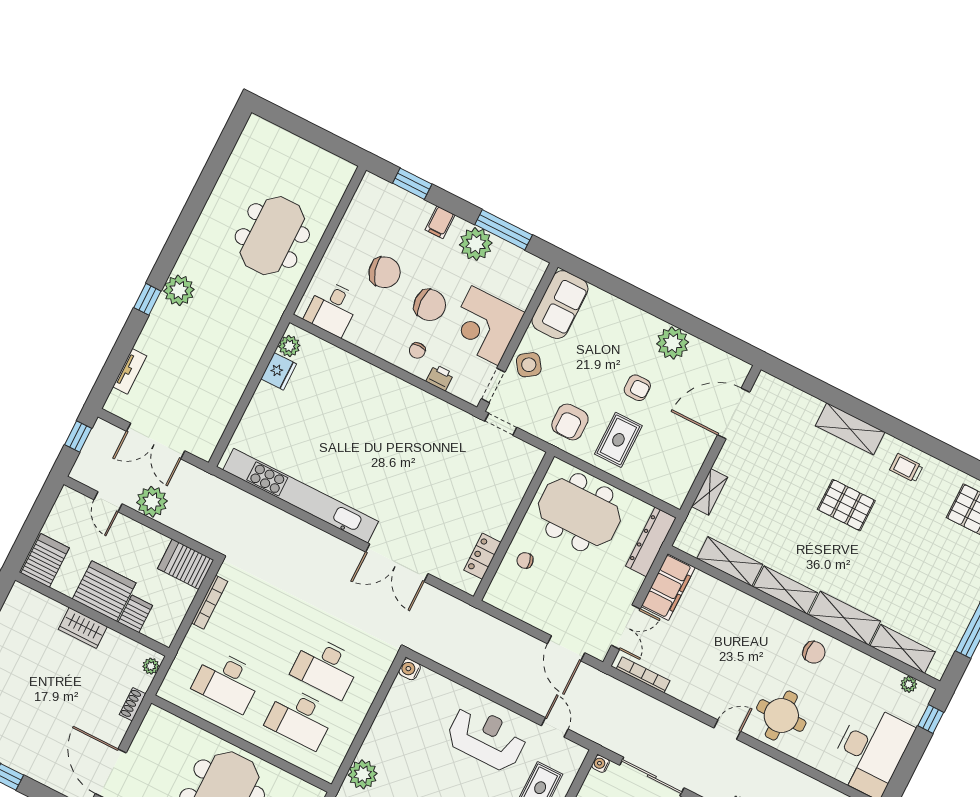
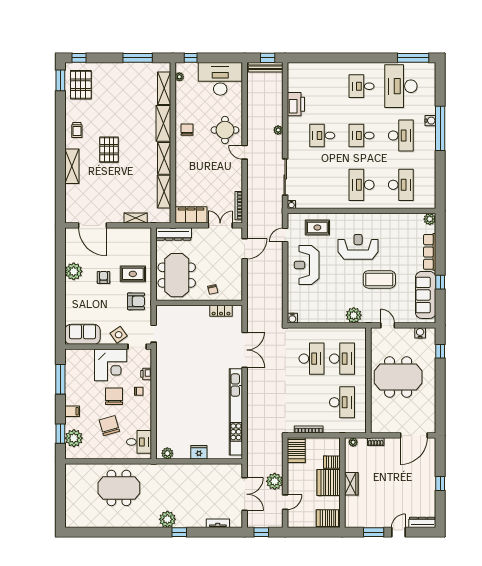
plant: (476, 244) -> (74, 438), moved
fridge: (279, 371) -> (199, 452), moved

